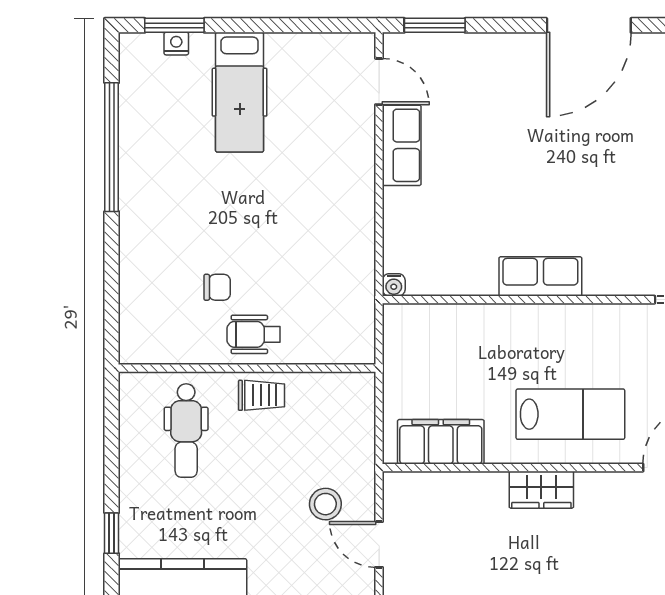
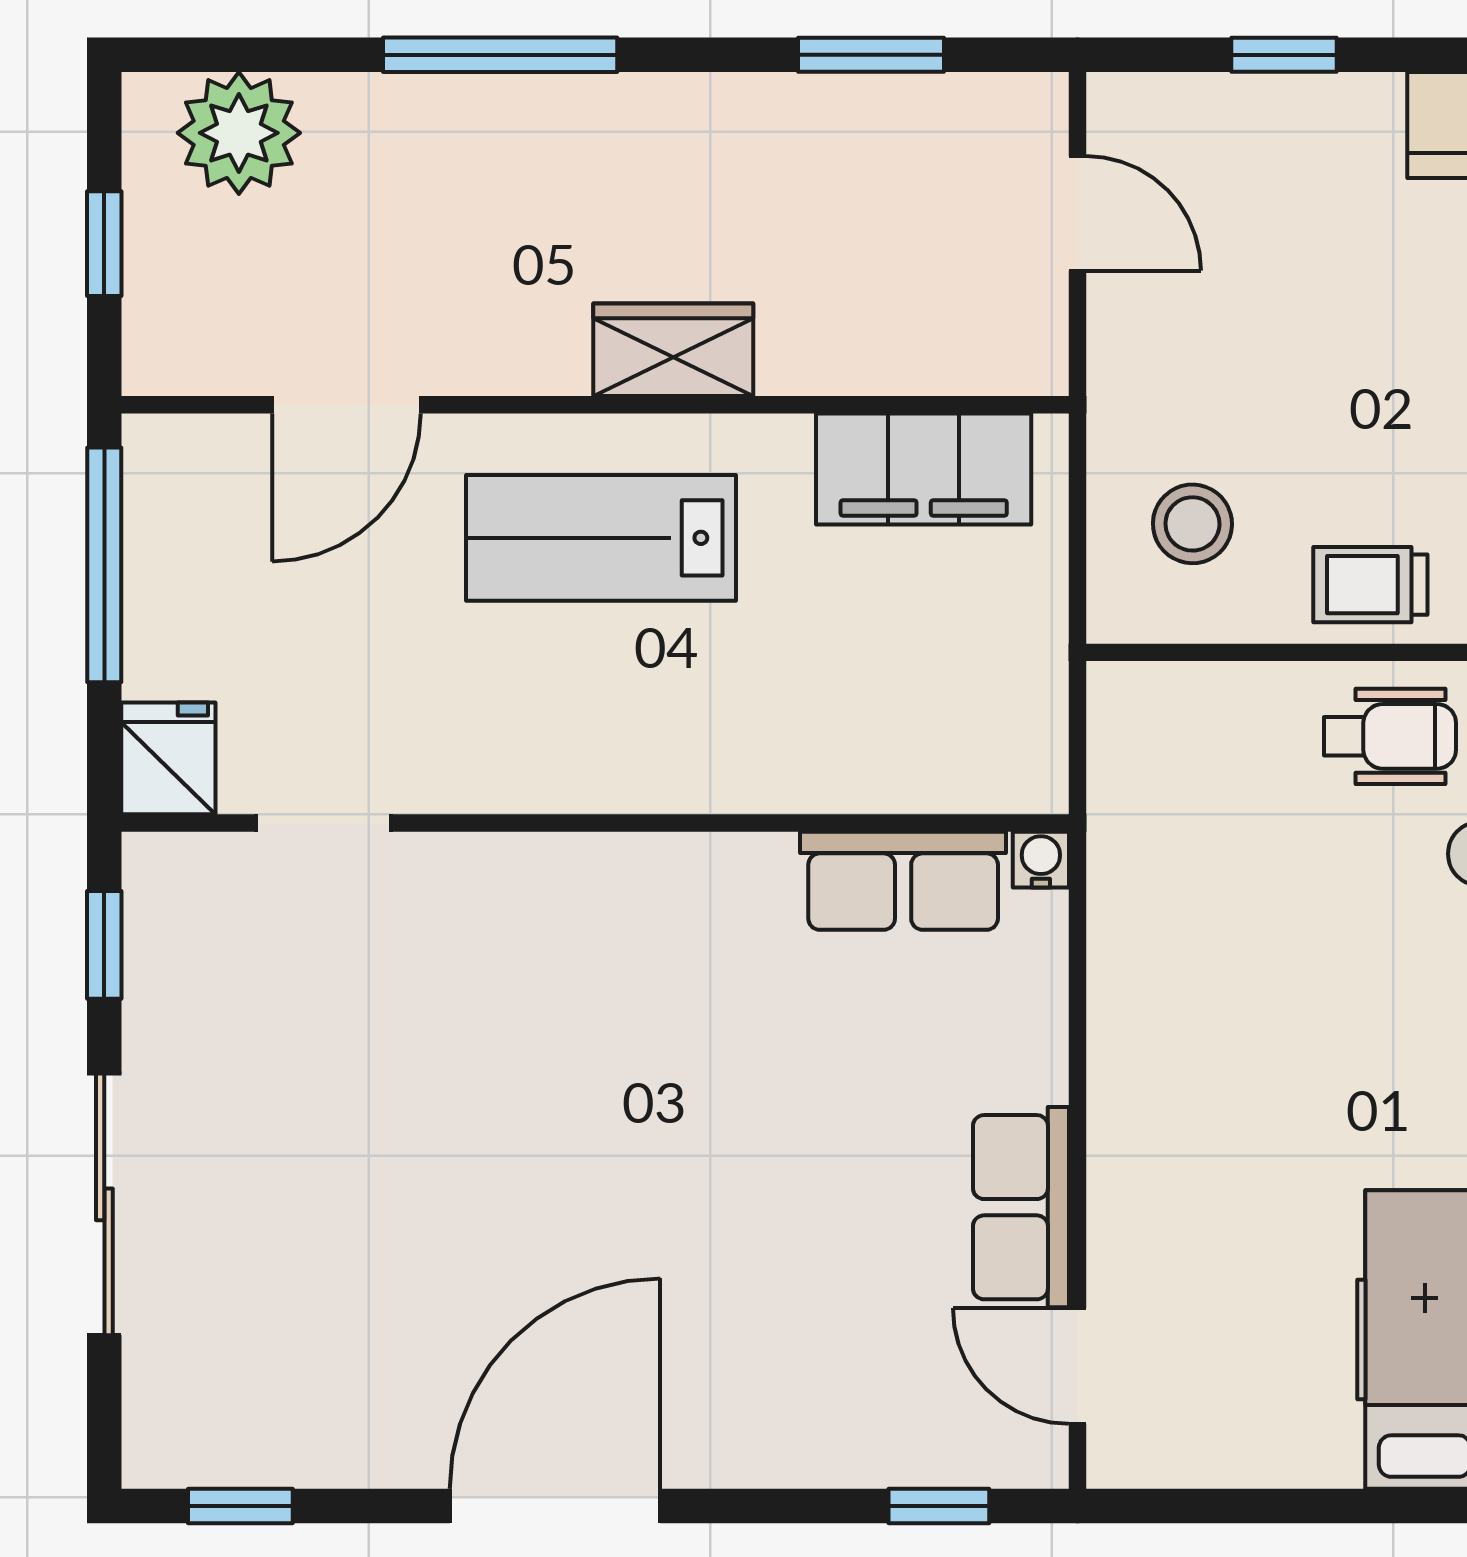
window: (435, 25) -> (939, 1506), width x0.67
row of seats: (540, 276) -> (903, 881), moved
stool: (325, 504) -> (1192, 524), moved

